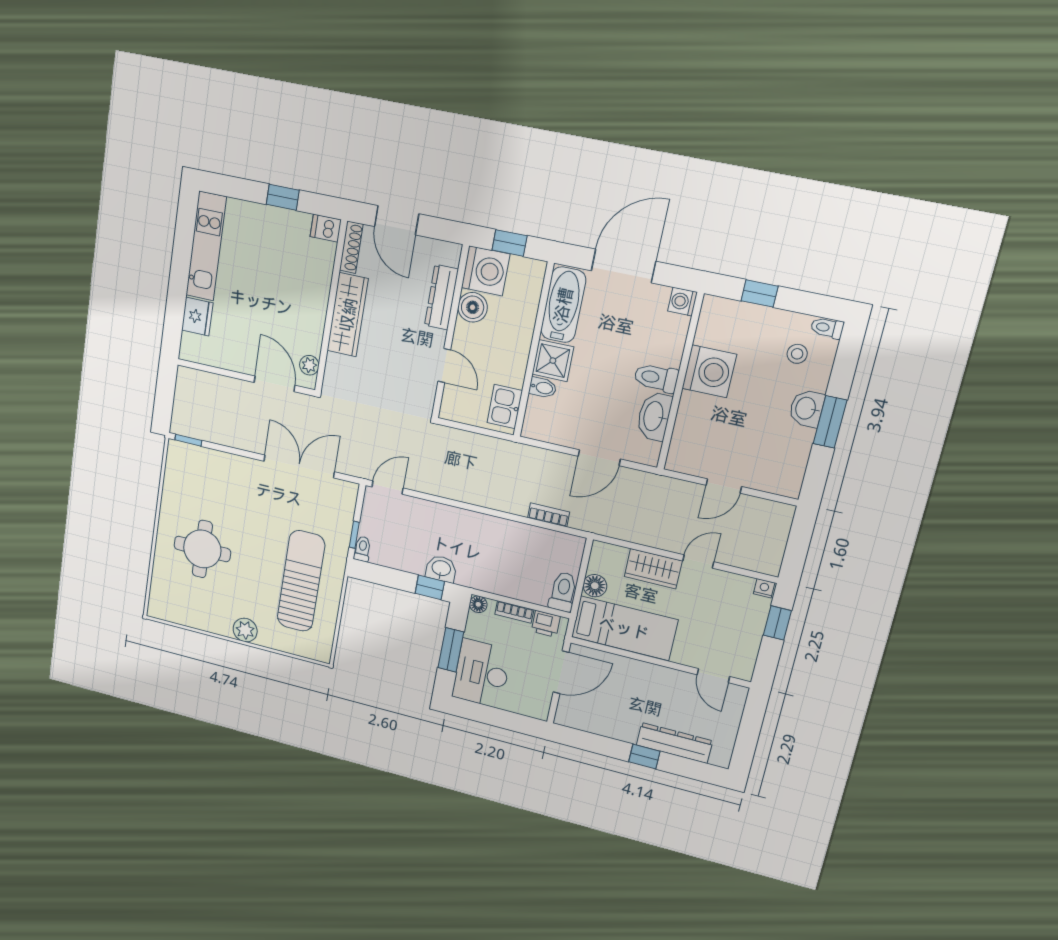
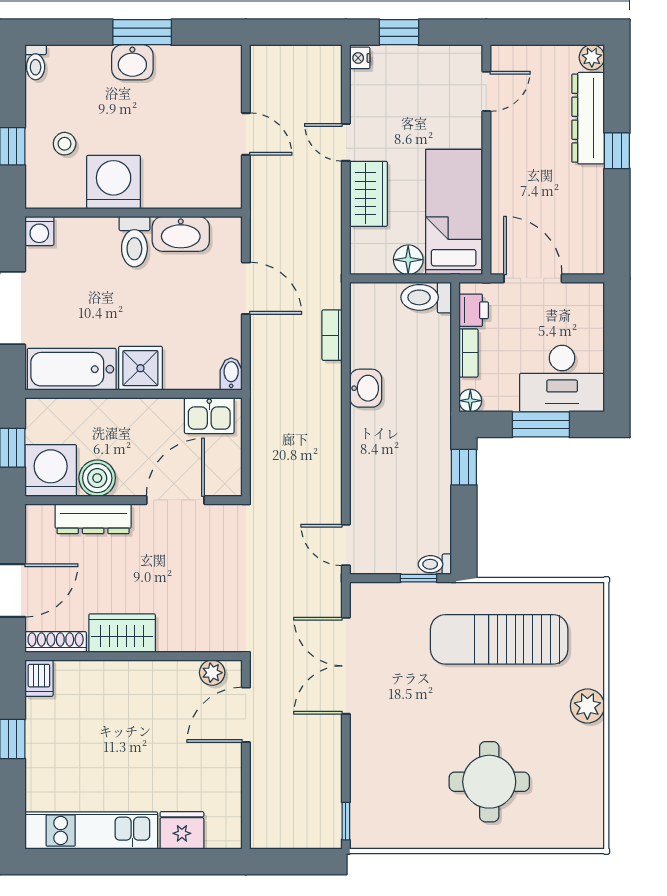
wardrobe: (348, 315) -> (122, 633), width x0.67
stool: (797, 354) -> (65, 144), moved
door: (444, 366) -> (175, 500), width x1.38
bidet: (543, 388) -> (231, 374), moved
washbasin: (441, 569) -> (366, 388), moved, turned 180
plant: (721, 758) -> (592, 57), added

